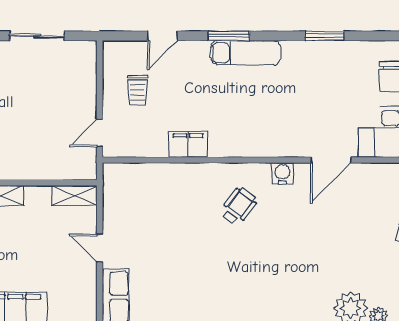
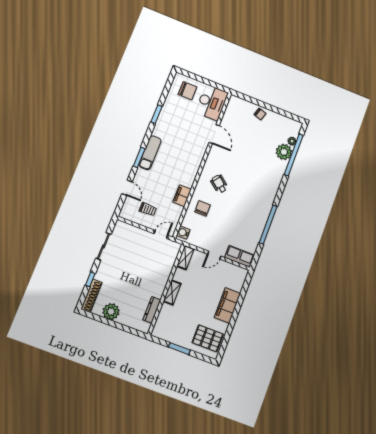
door: (100, 133) -> (161, 234), swing flipped
water cooler: (282, 173) -> (183, 233), moved
chair: (179, 192) -> (203, 208), added

